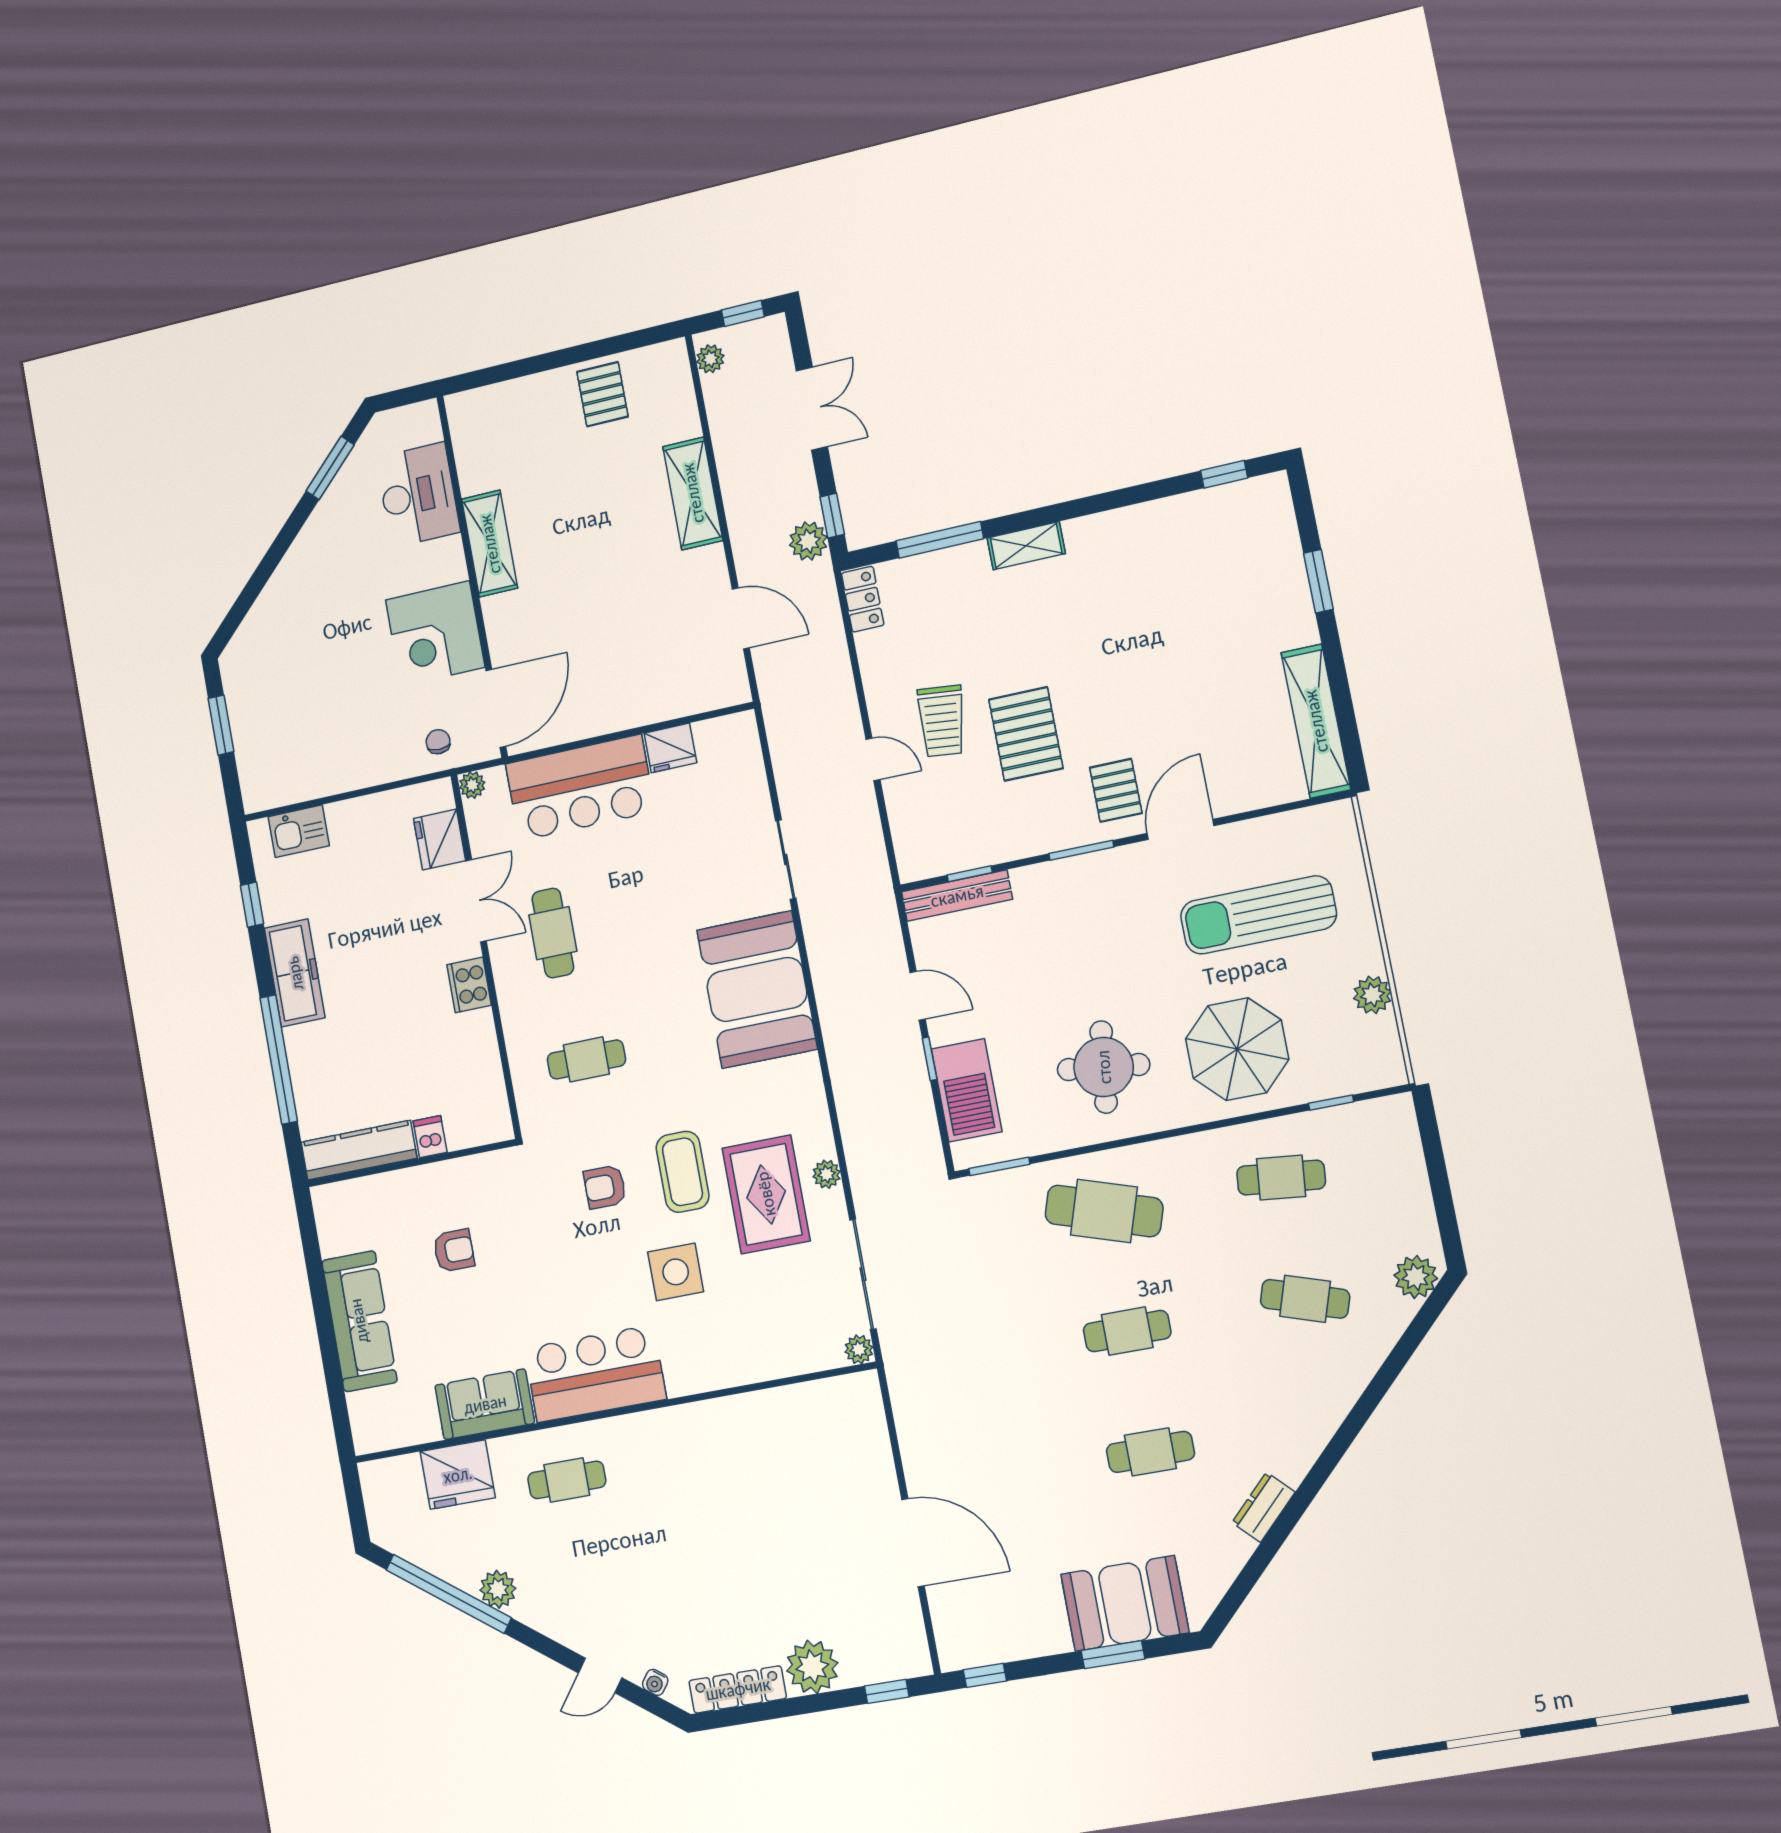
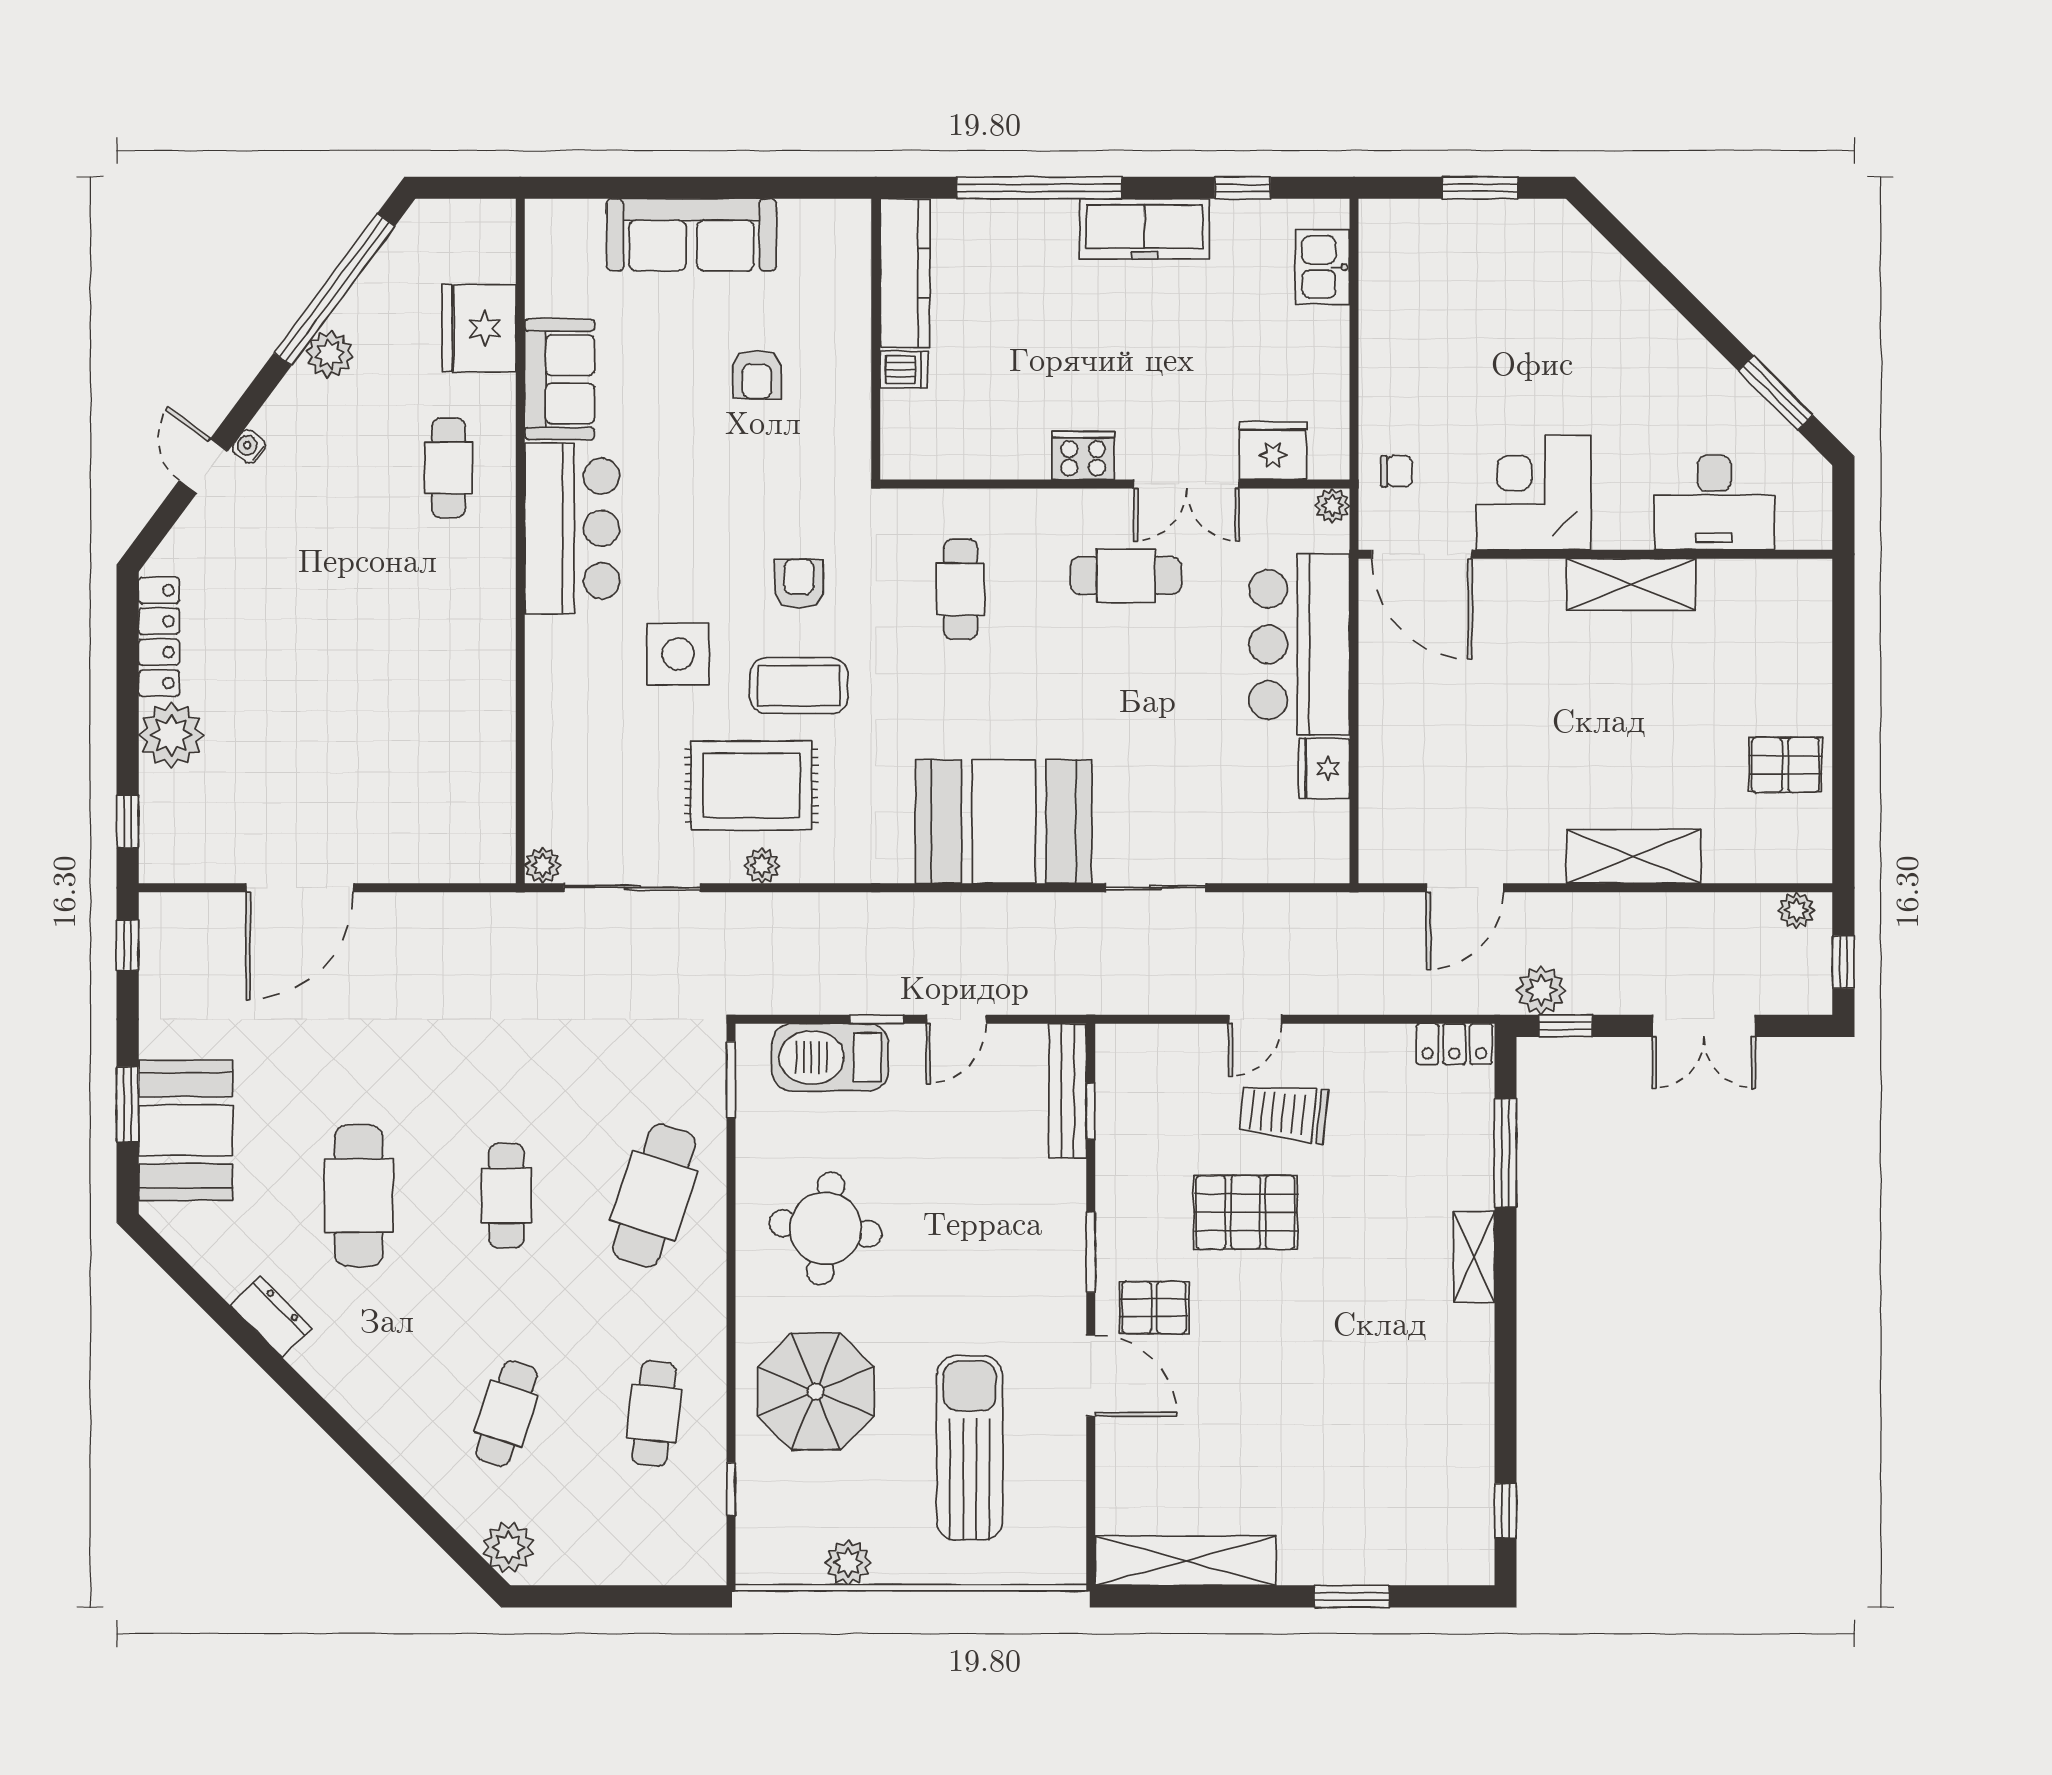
cafe table: (1150, 1452) -> (359, 1196), width x1.37, depth x1.35
water cooler: (655, 1682) -> (249, 447), moved

